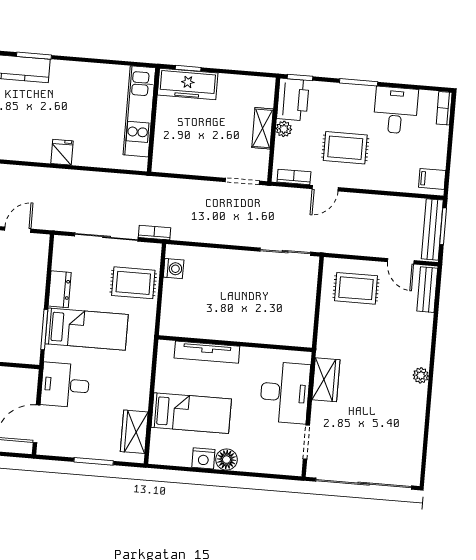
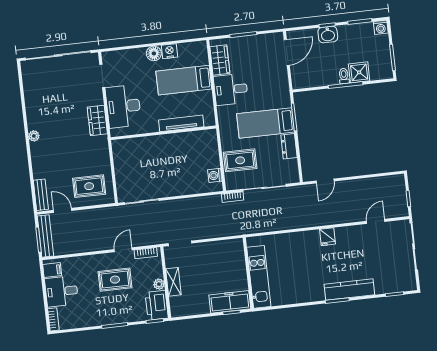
desk: (396, 110) -> (61, 291), moved, turned 90
fridge: (62, 152) -> (328, 237), moved
desk: (65, 385) -> (231, 89), moved, turned 180

